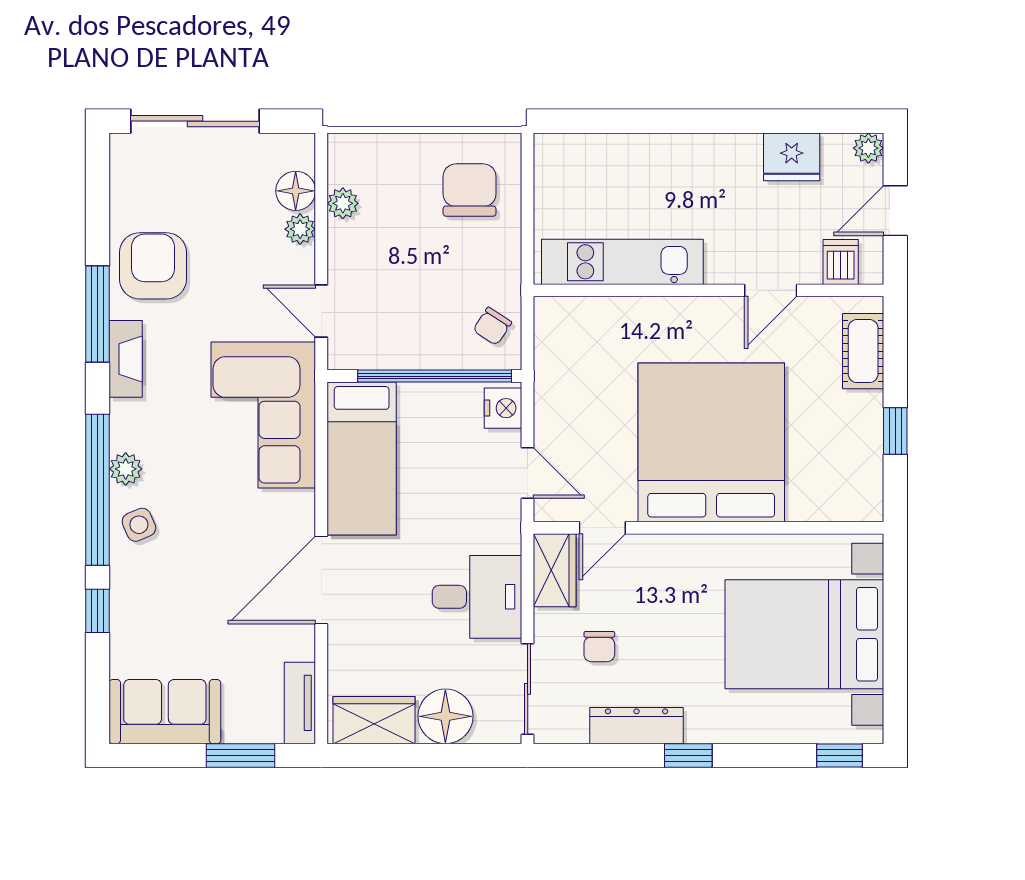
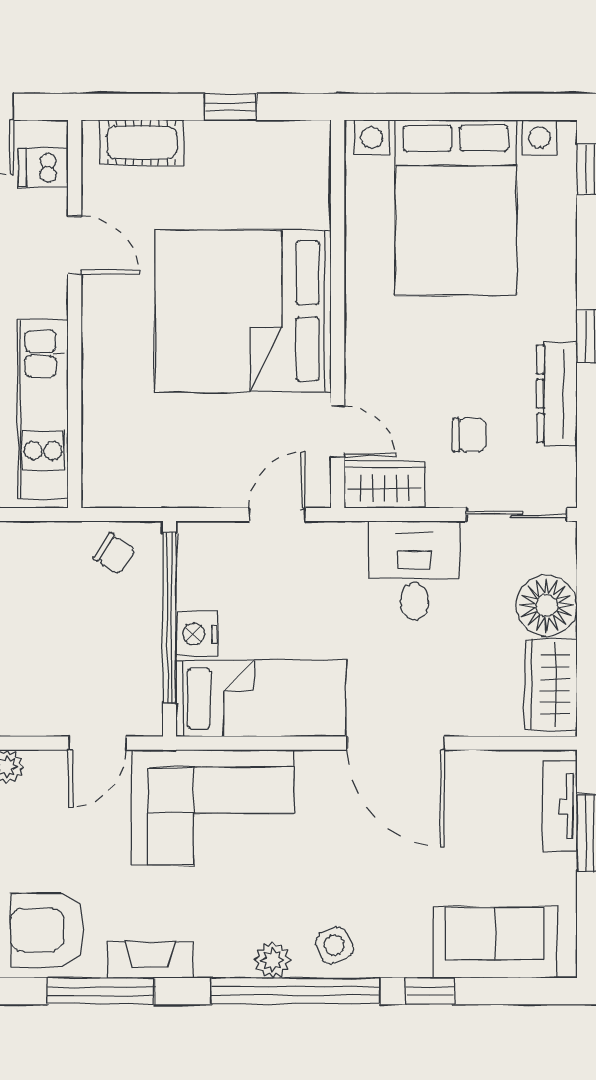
nightstand: (503, 408) -> (197, 634), moved, turned -90
tv unit: (300, 703) -> (560, 806), moved, turned 90
sofa: (165, 712) -> (495, 943), moved, turned 90

